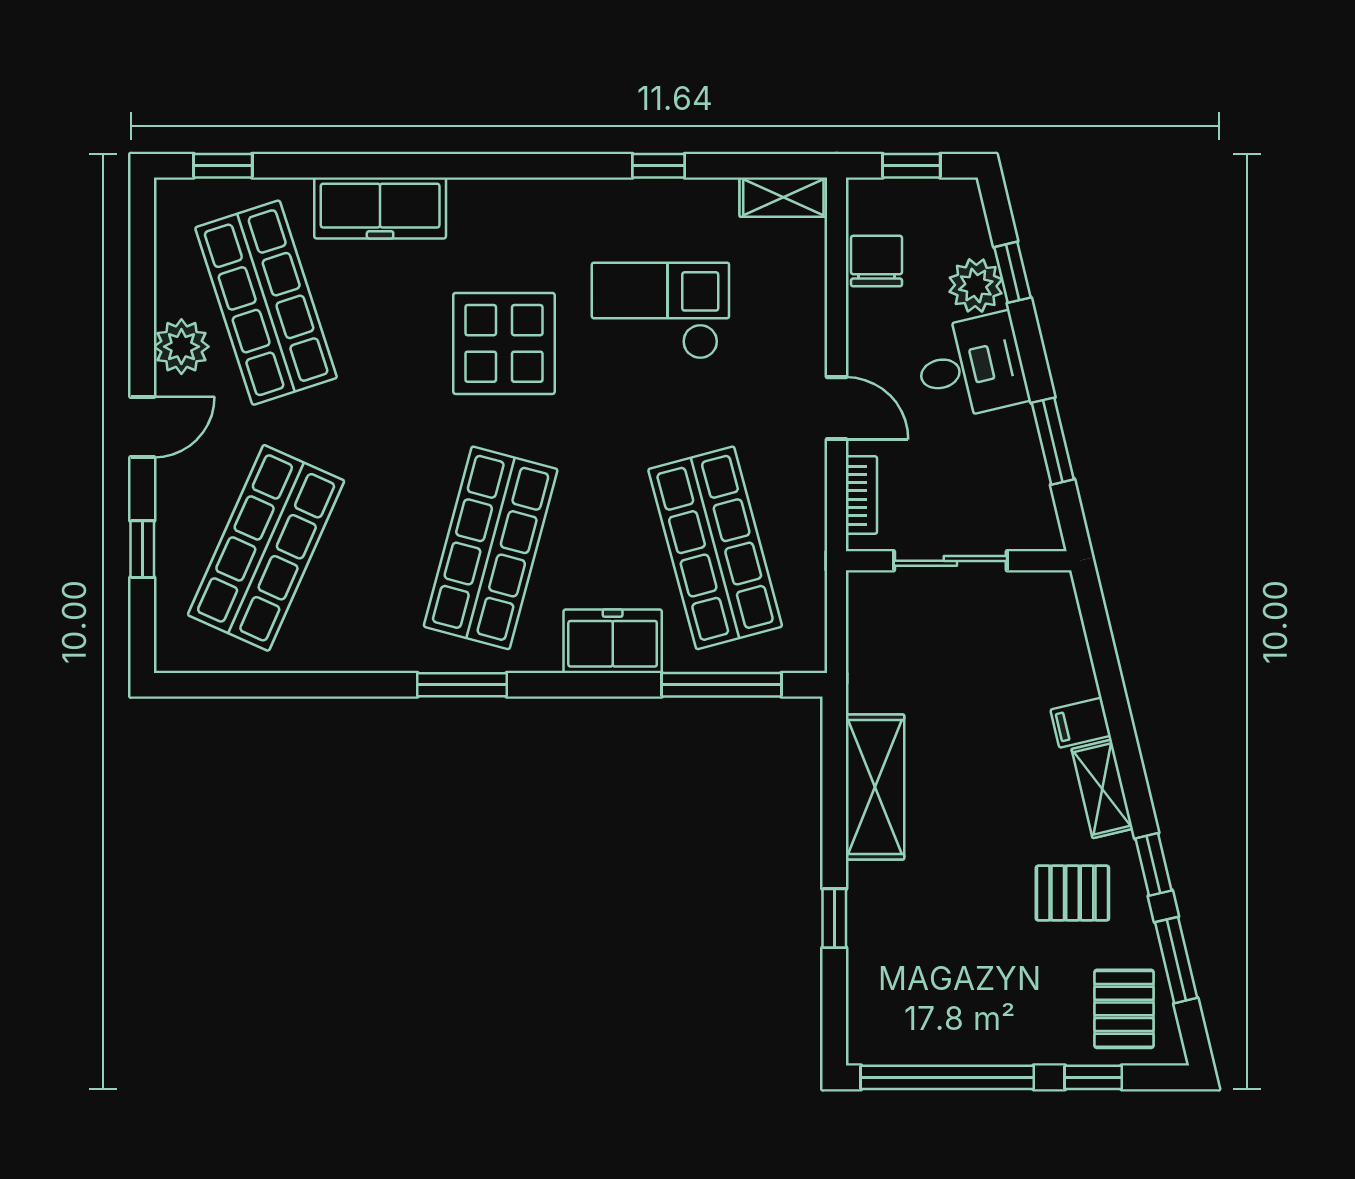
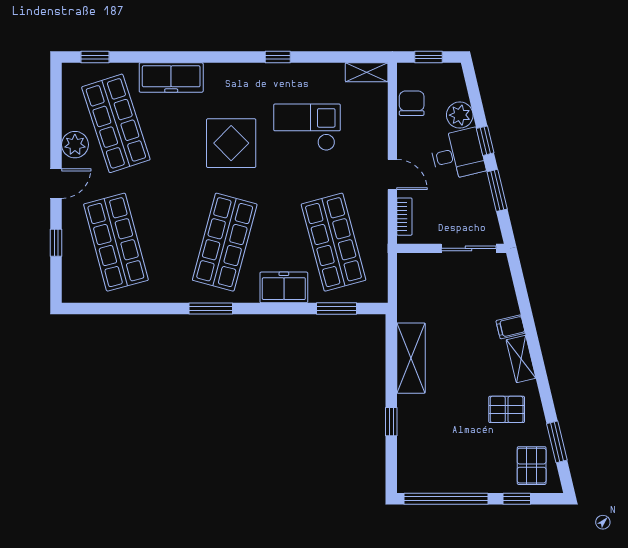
window: (658, 166) -> (278, 57), moved
window: (1013, 272) -> (485, 141), moved
shop shelf: (266, 548) -> (116, 242), turned -39
sliding door: (950, 561) -> (469, 248), moved
window: (722, 685) -> (337, 308), width x0.69
window: (1153, 864) -> (546, 396), removed

